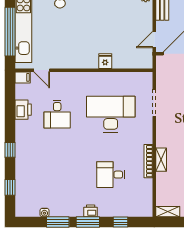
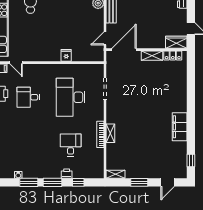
desk: (57, 114) -> (28, 97), turned 90
desk: (111, 114) -> (71, 97), turned -90
desk: (111, 175) -> (71, 145), turned 90
printer: (91, 211) -> (67, 174), moved

